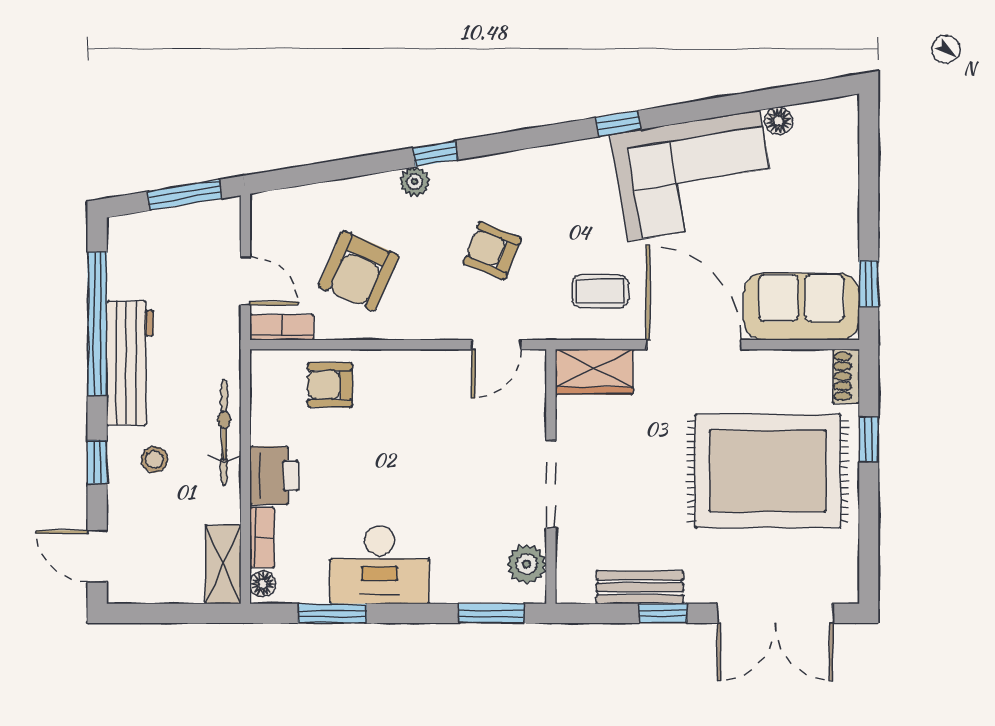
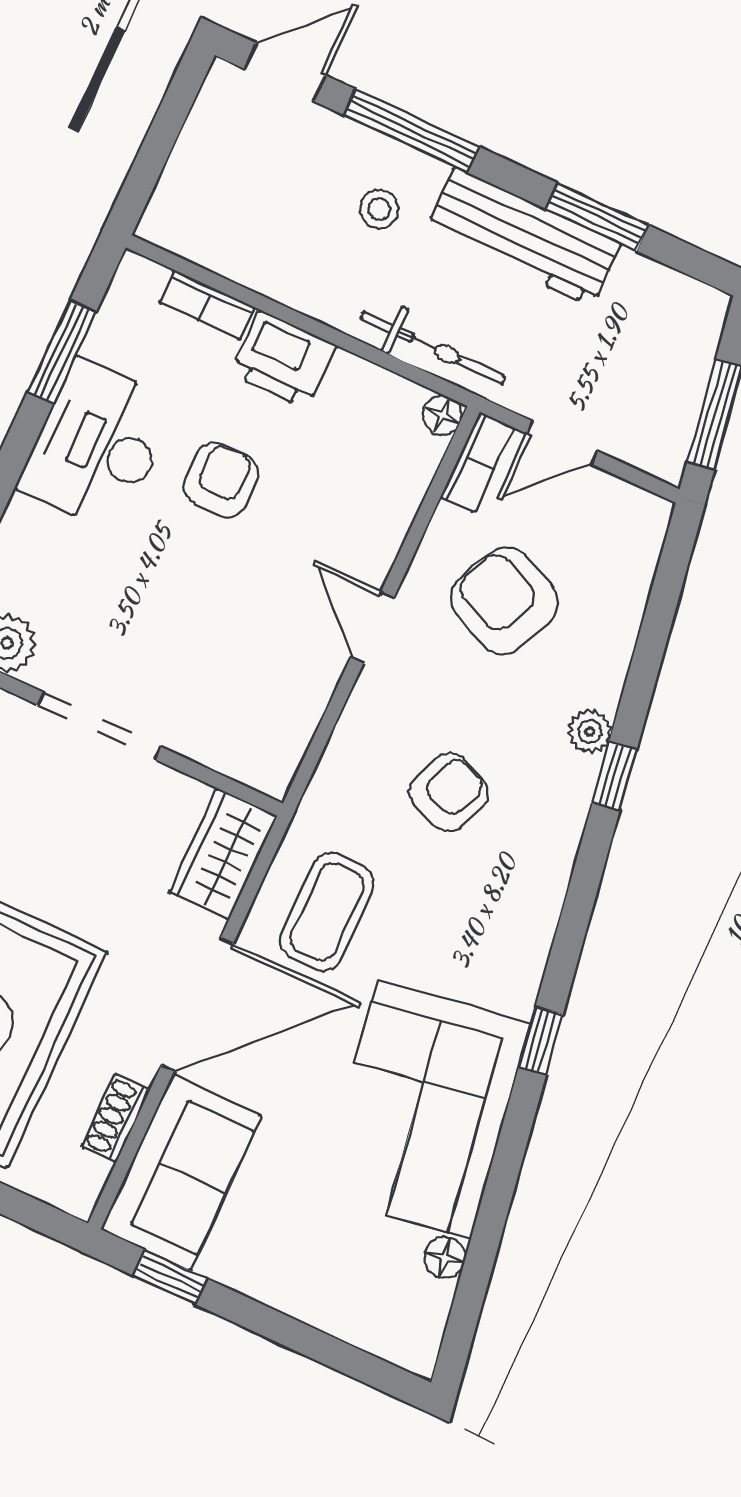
coffee table: (600, 291) -> (327, 912), width x1.36, depth x1.30
window: (97, 324) -> (597, 217), width x0.47
door: (496, 345) -> (372, 627), moved
shoe rack: (846, 376) -> (116, 1118), moved, turned -90
armchair: (330, 385) -> (221, 480), moved
bicycle: (224, 433) -> (433, 348), moved
window: (97, 462) -> (411, 131), width x2.17
shelving: (223, 565) -> (195, 236), removed
floor lamp: (263, 584) -> (442, 415), moved

